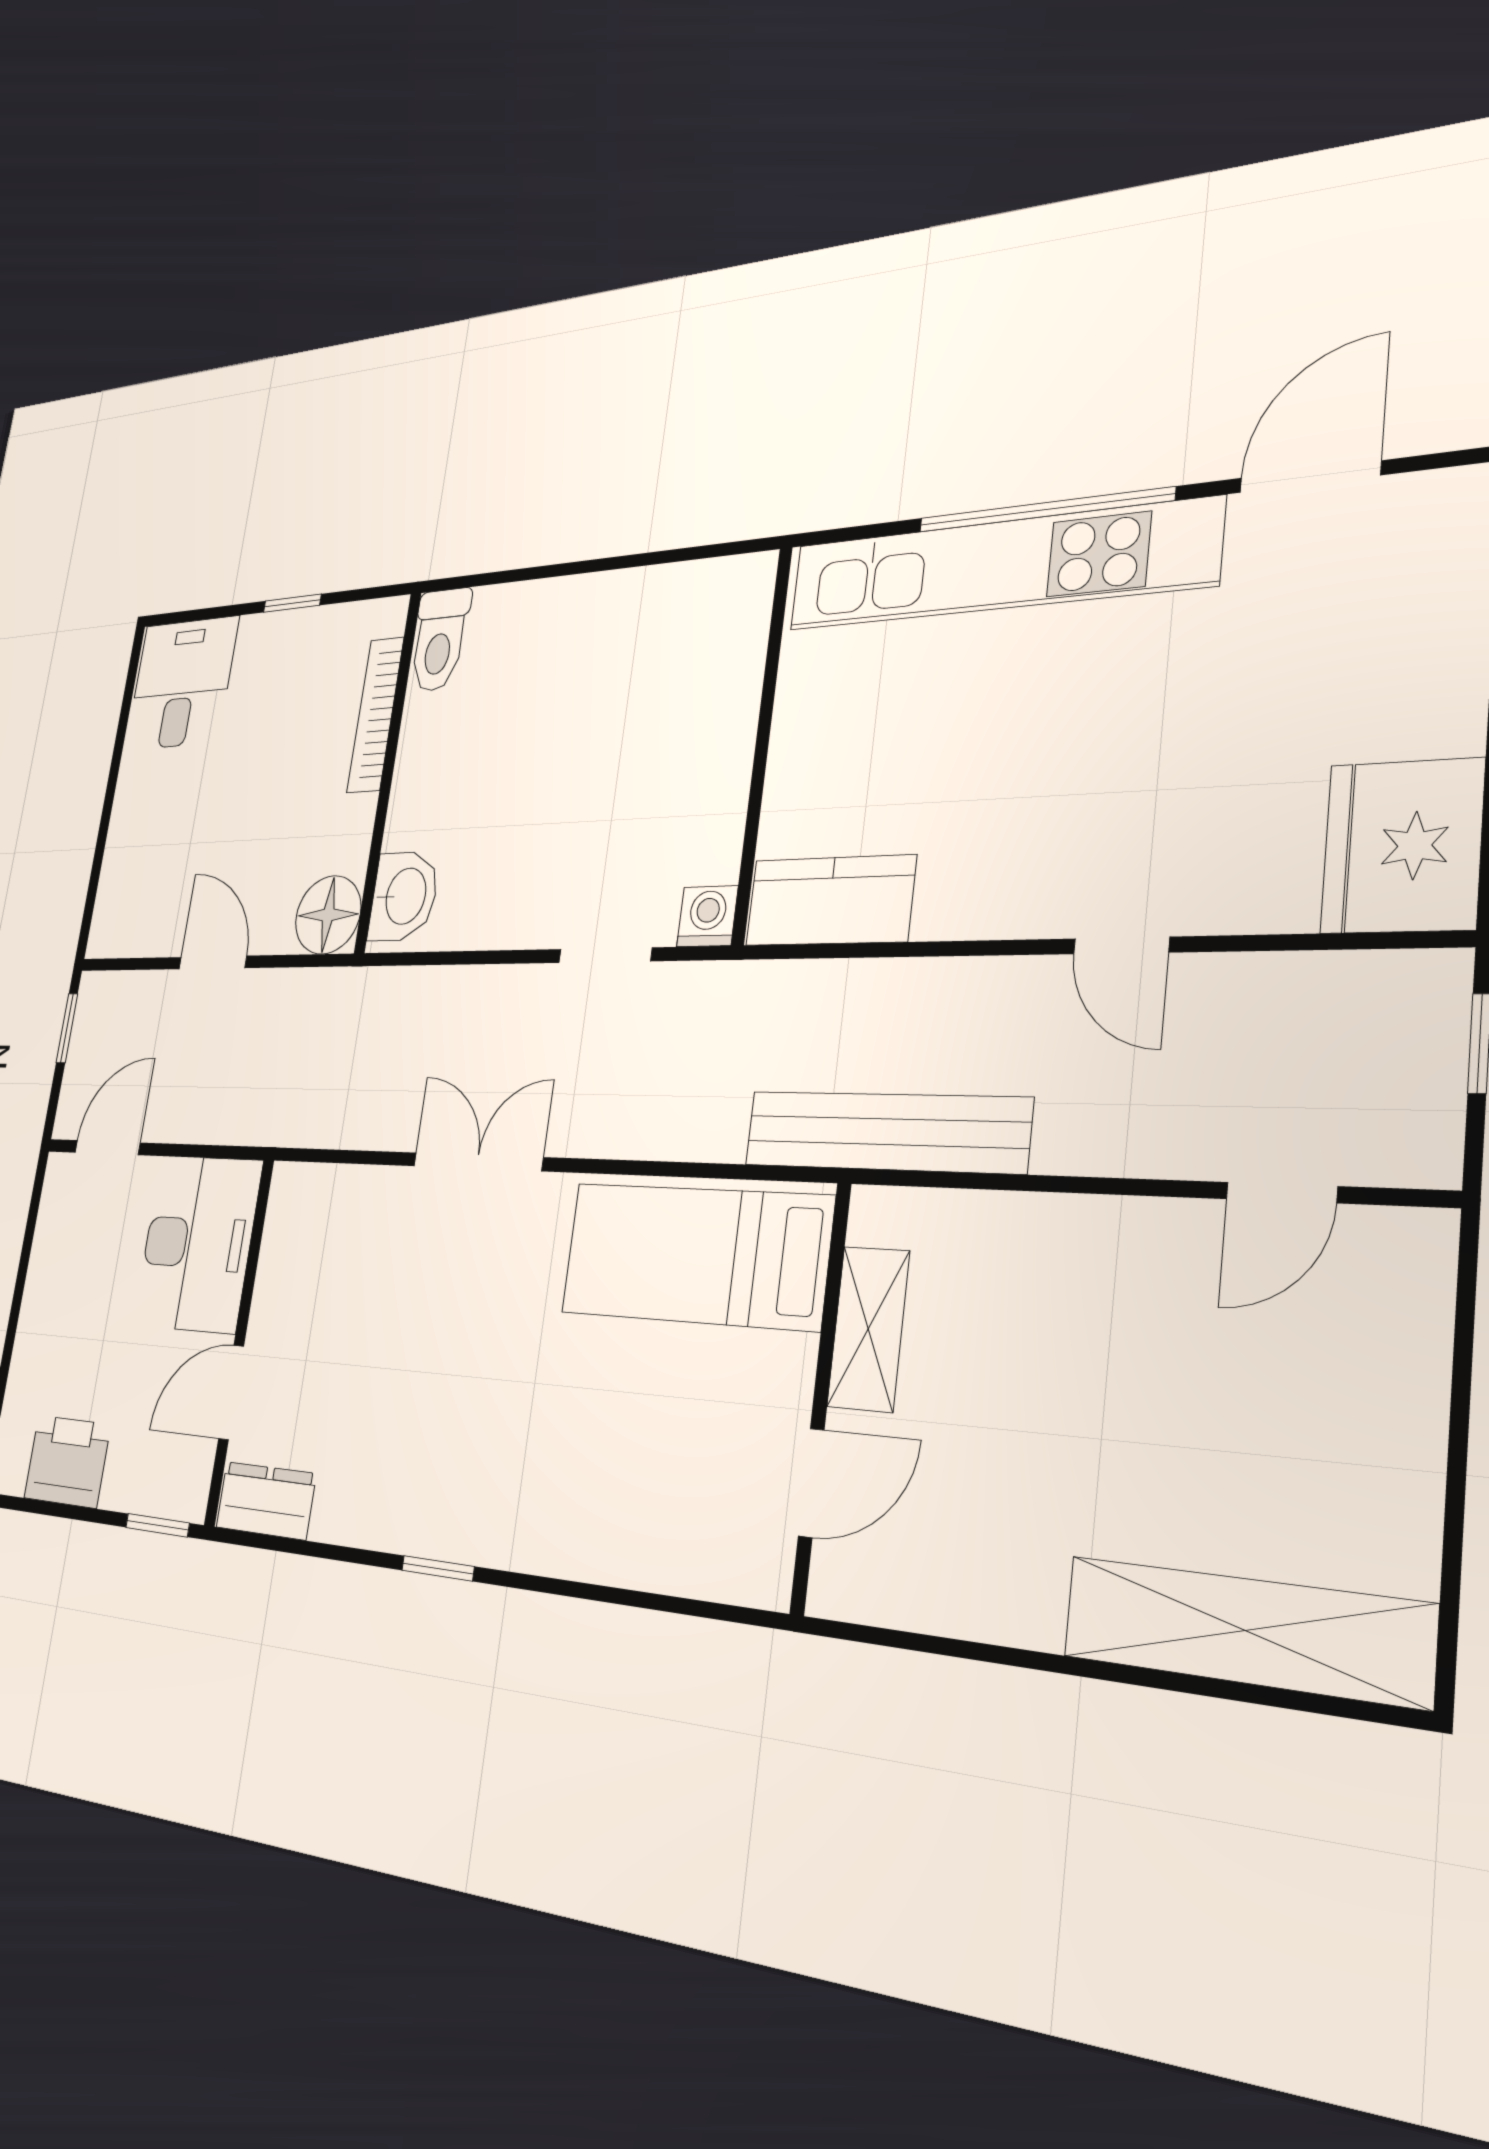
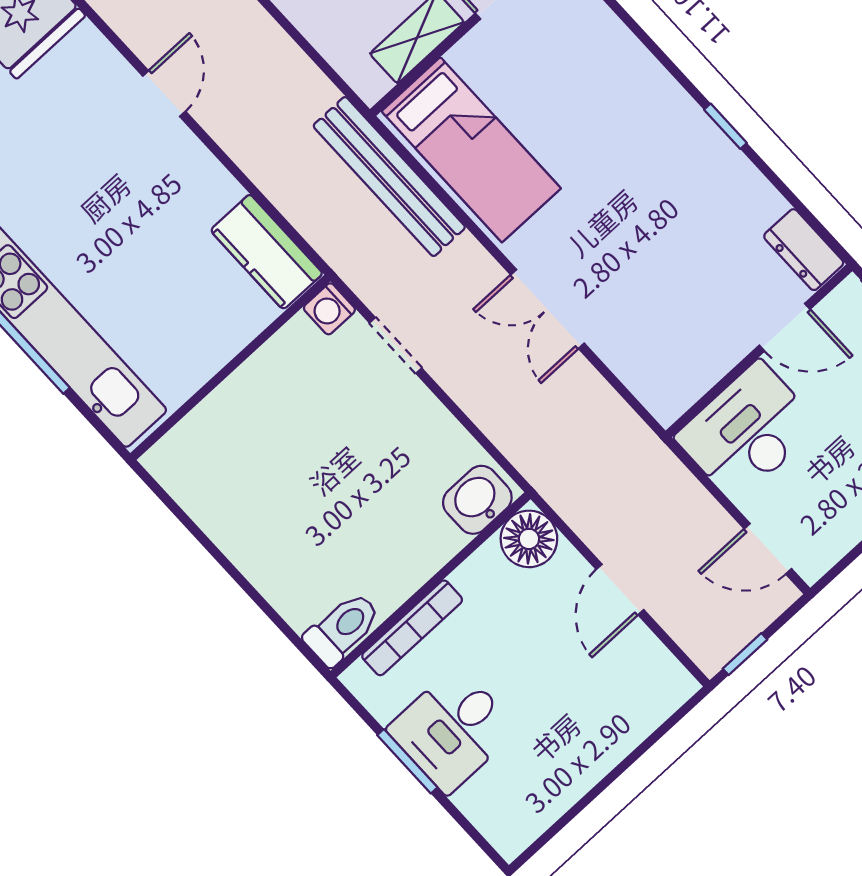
window: (292, 603) -> (407, 761), width x1.50
desk: (182, 683) -> (452, 729), moved
bench: (886, 1132) -> (389, 177), moved

